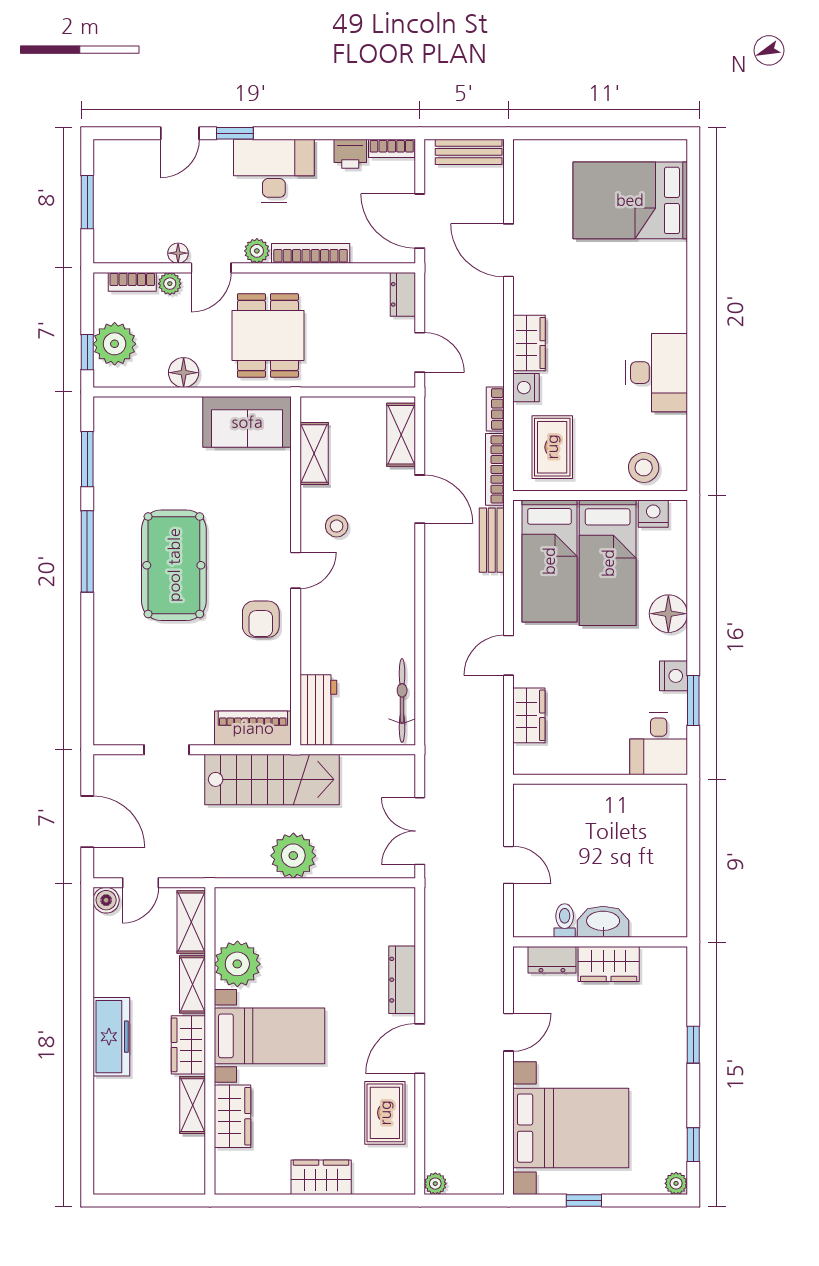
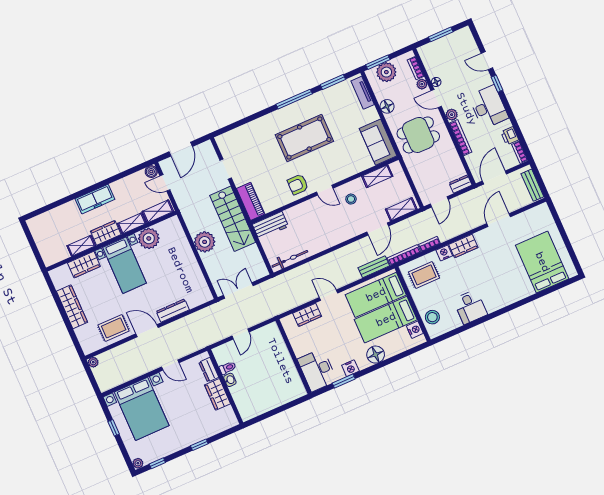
window: (87, 352) -> (378, 62), width x1.50
desk: (657, 373) -> (470, 307), width x0.73
tv unit: (135, 409) -> (363, 93), added
desk: (659, 744) -> (317, 370), width x1.37
washbasin: (603, 922) -> (230, 380), width x0.52, depth x0.69
wardrobe: (321, 1177) -> (72, 307), width x1.50

